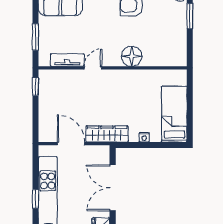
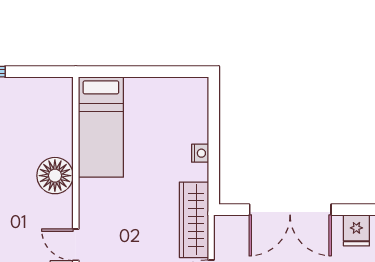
bed: (174, 114) -> (101, 127), moved, turned -90

